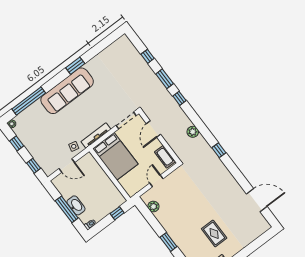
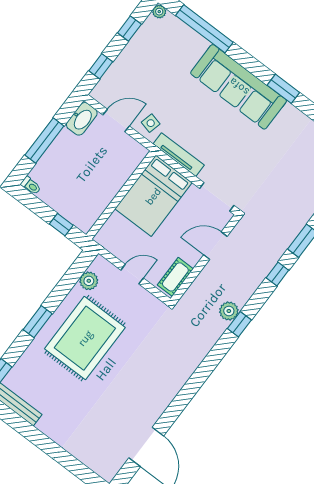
window: (219, 150) -> (239, 324), moved
door: (67, 166) -> (116, 120), swing flipped
washbasin: (76, 205) -> (82, 119), moved
rug: (214, 233) -> (85, 338), moved, width x1.86, depth x2.06

